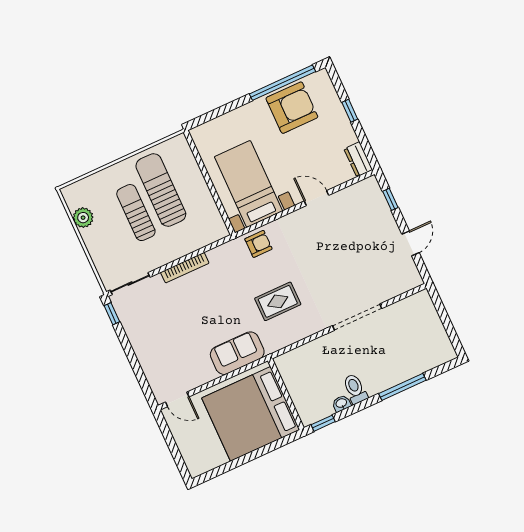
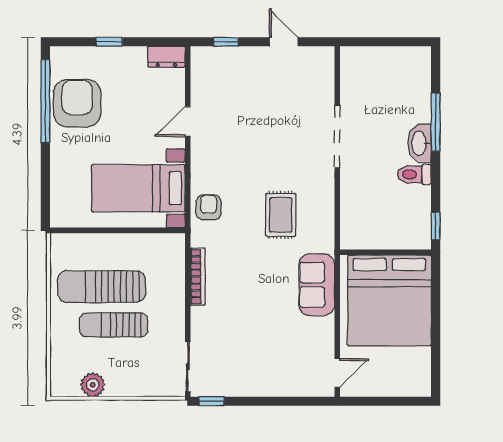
bookcase: (185, 268) -> (198, 277), moved
washbasin: (341, 403) -> (420, 143), moved, width x1.91, depth x1.45

